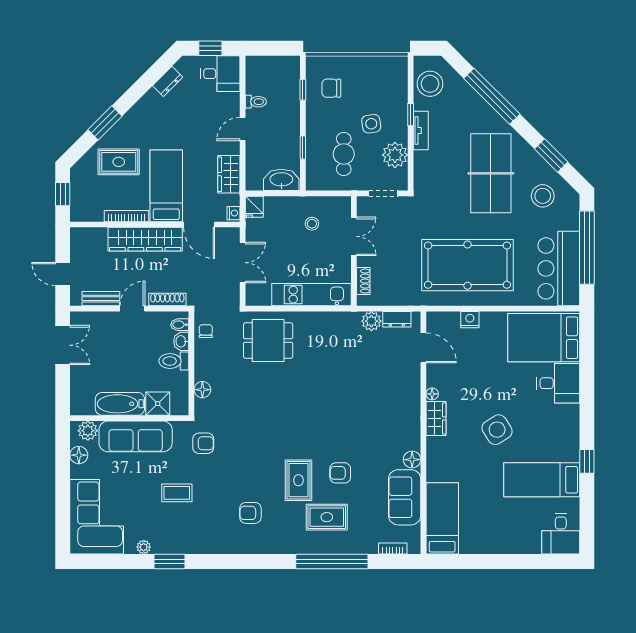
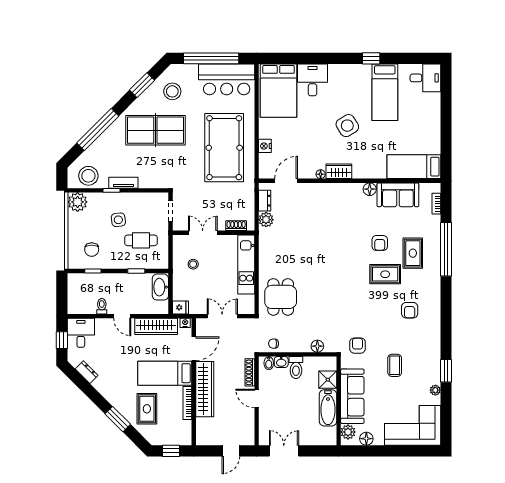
plant: (395, 155) -> (78, 202), moved
wardrobe: (229, 174) -> (156, 326), width x1.50
bench: (101, 299) -> (249, 422), removed

